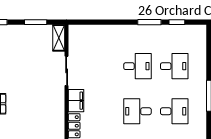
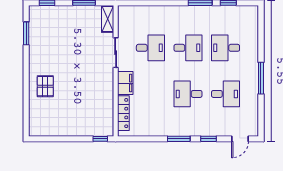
desk: (101, 66) -> (150, 48), added
desk: (174, 66) -> (226, 48), turned 180

